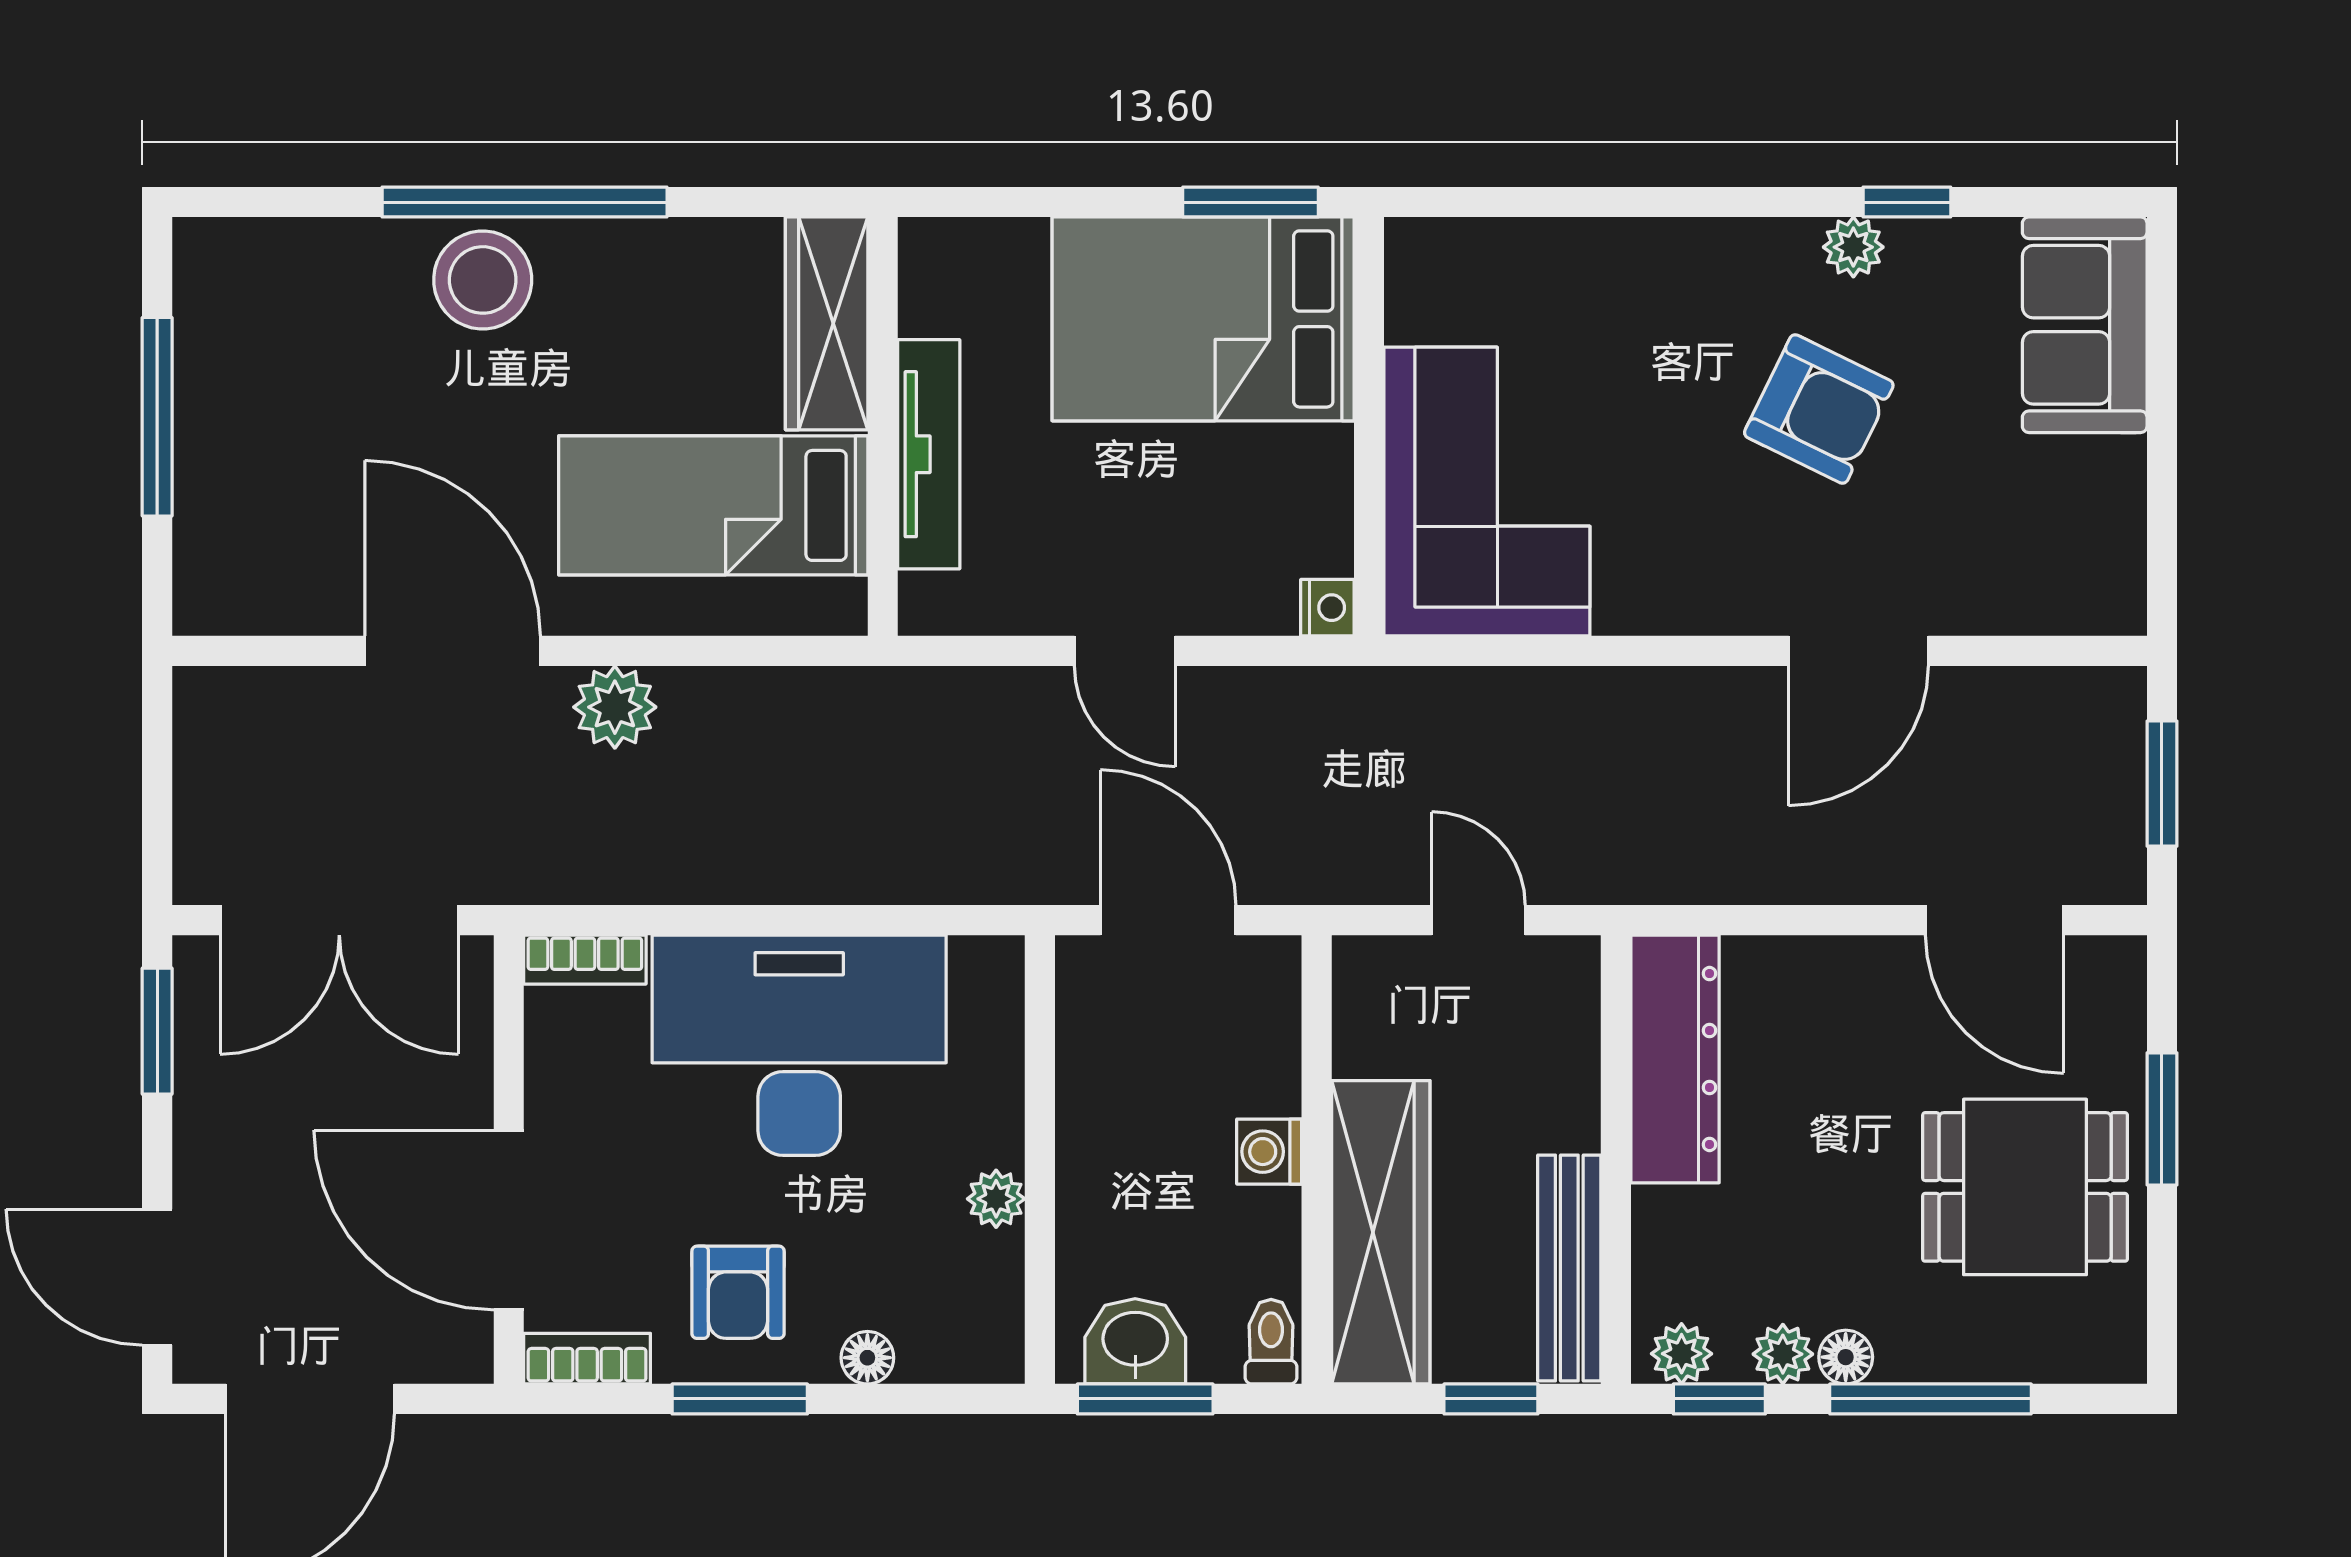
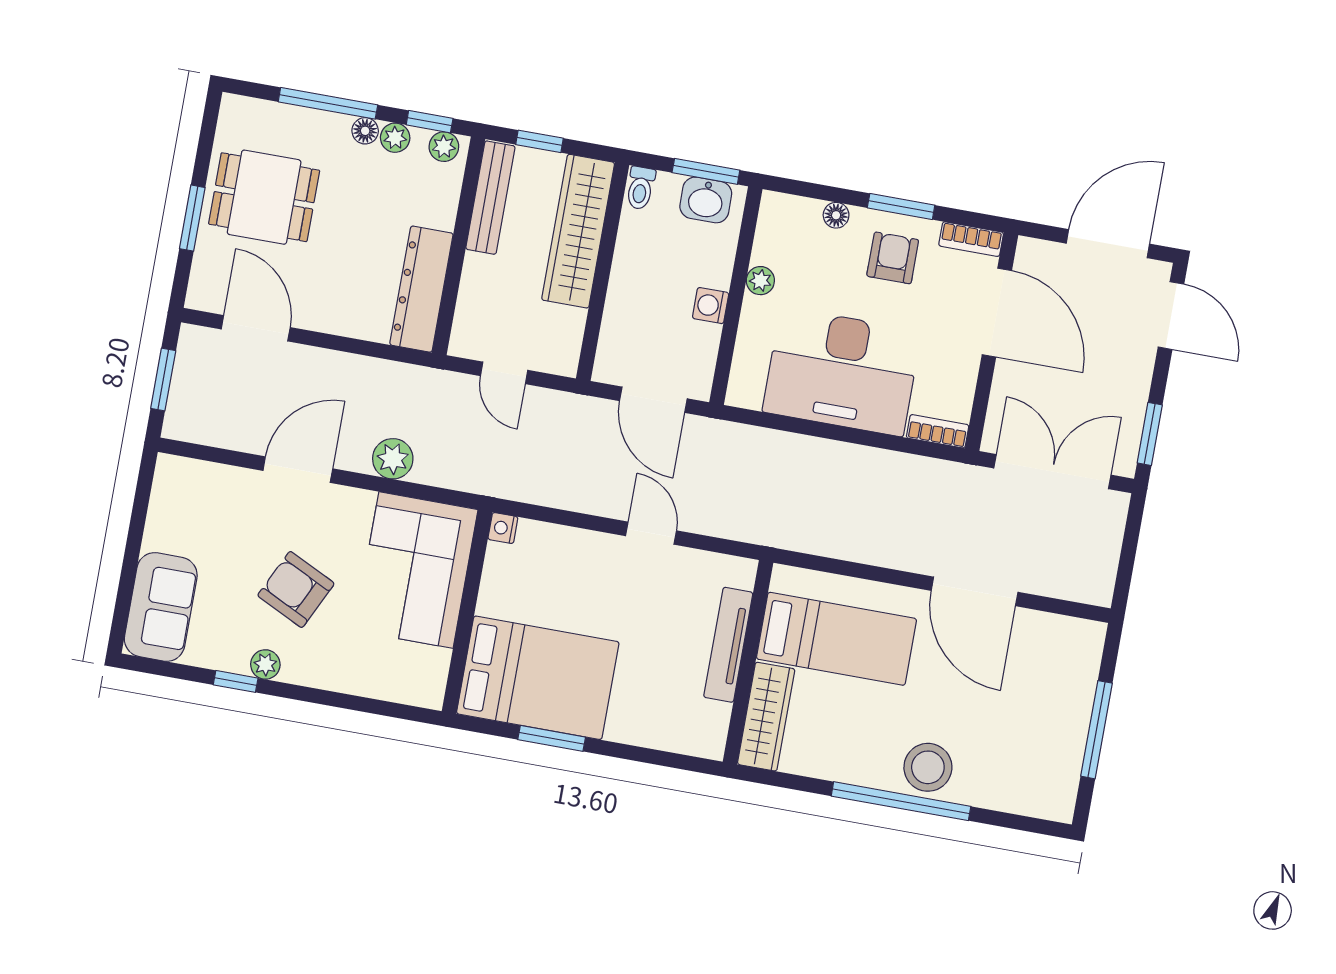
bed: (1203, 319) -> (538, 678), moved
wall: (1369, 426) -> (467, 612), moved
corner sofa: (1487, 492) -> (416, 570), moved
nightstand: (1327, 608) -> (503, 528), moved
plant: (615, 707) -> (393, 459), moved
washing machine: (1269, 1152) -> (711, 306), moved, turned 180

